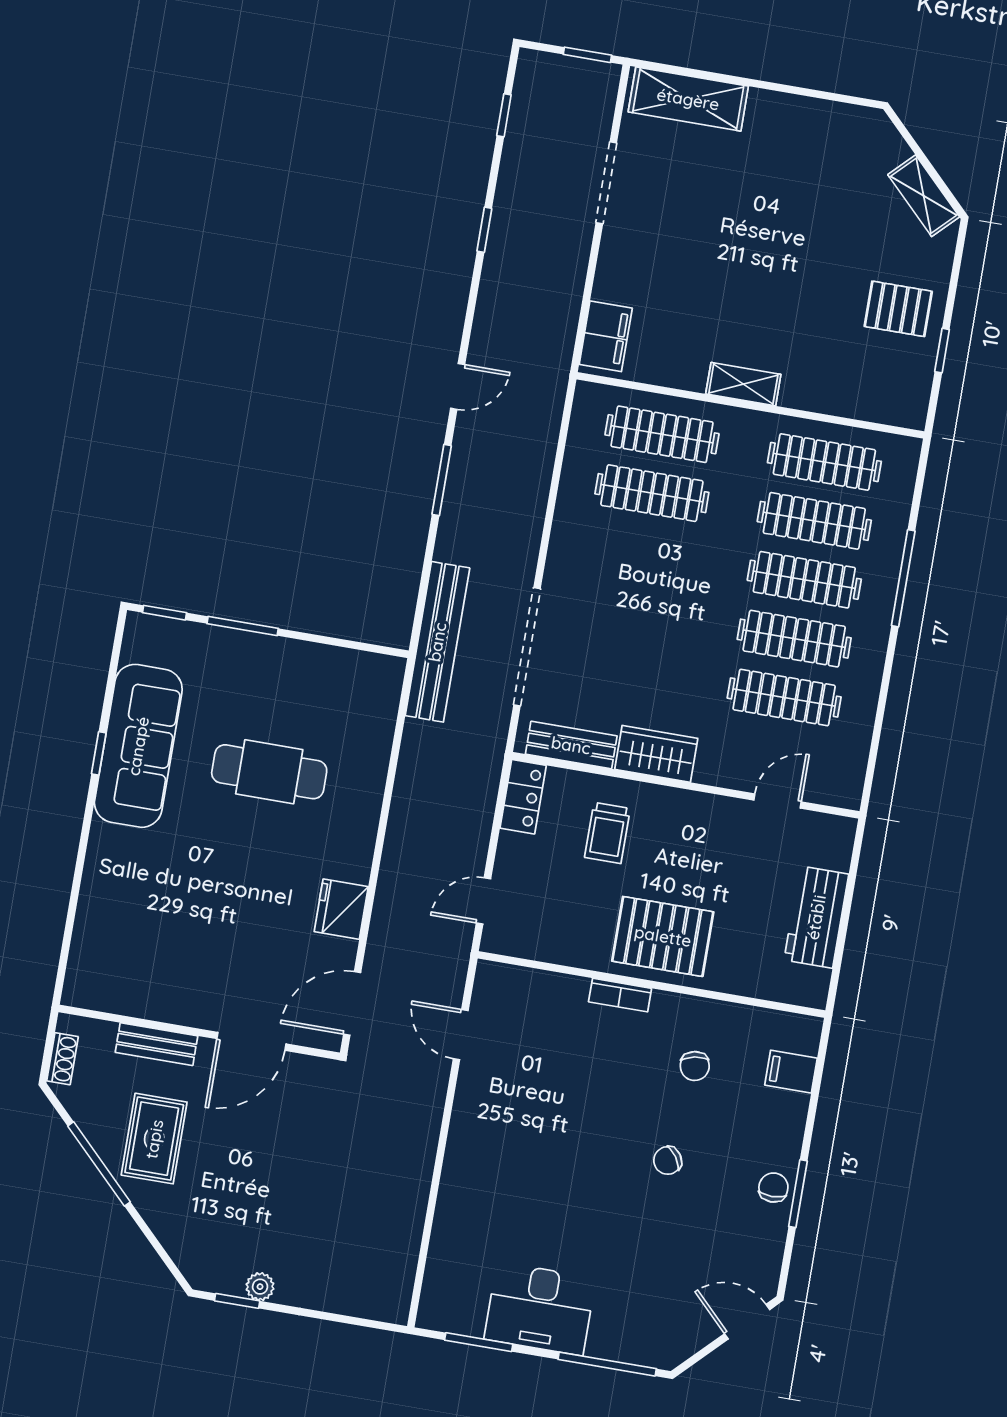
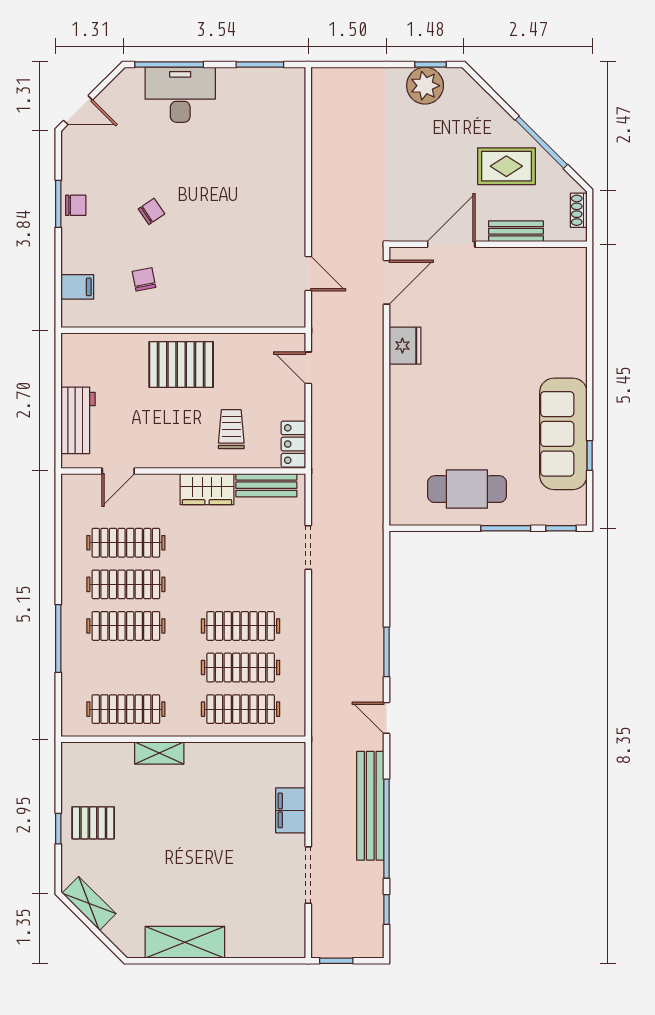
shelving: (688, 99) -> (185, 942), moved
window: (484, 230) -> (386, 829), width x3.17
filing cabinet: (606, 336) -> (291, 810), moved
window: (942, 351) -> (58, 829), moved
shelving: (743, 384) -> (159, 753), moved
door: (458, 386) -> (386, 718), hinge flipped
clothes rail: (814, 521) -> (241, 626), moved
bench: (437, 642) -> (370, 806), moved
doorway: (527, 647) -> (308, 547), width x0.53
window: (99, 753) -> (590, 455), moved
cafe table: (269, 772) -> (467, 489), moved
door: (484, 901) -> (308, 368), swing flipped
workbench: (816, 917) -> (78, 420), moved
bookcase: (620, 995) -> (204, 319), removed
rug: (154, 1139) -> (506, 166), turned 90
chair: (773, 1188) -> (76, 205), turned -90
plant: (260, 1287) -> (425, 86), width x1.88, depth x1.88
desk: (540, 1309) -> (180, 95), moved

